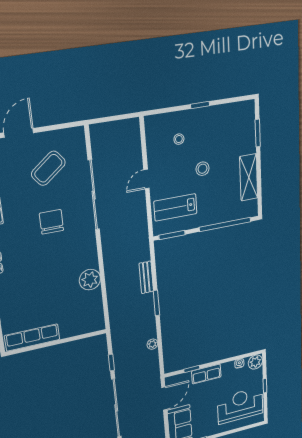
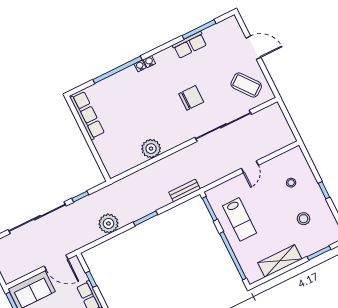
coffee table: (48, 168) -> (246, 85), moved
stool: (203, 169) -> (303, 219), moved
door: (146, 179) -> (250, 167), swing flipped
lab bench: (175, 207) -> (240, 219), moved, turned 180
bench: (146, 277) -> (184, 191), moved
plant: (152, 344) -> (108, 223), width x1.87, depth x1.87

